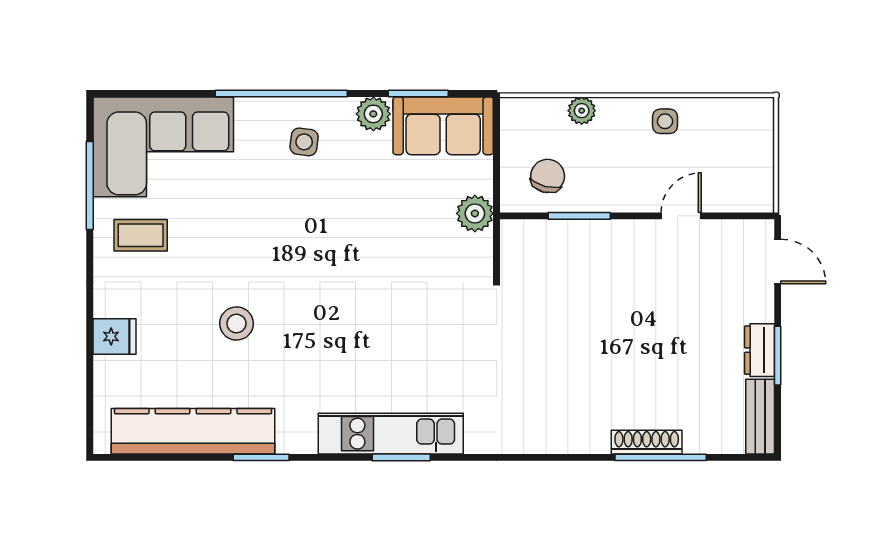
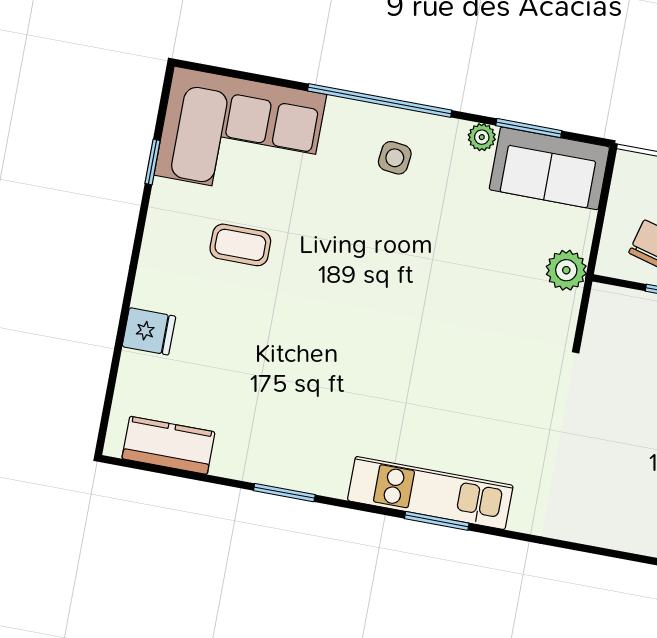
plant: (373, 114) -> (482, 137), width x0.73, depth x0.73
window: (90, 185) -> (153, 162), width x0.46
coffee table: (141, 235) -> (240, 245), moved
stool: (236, 324) -> (285, 342), removed
kitchen counter: (193, 431) -> (168, 445), width x0.48, depth x0.86

